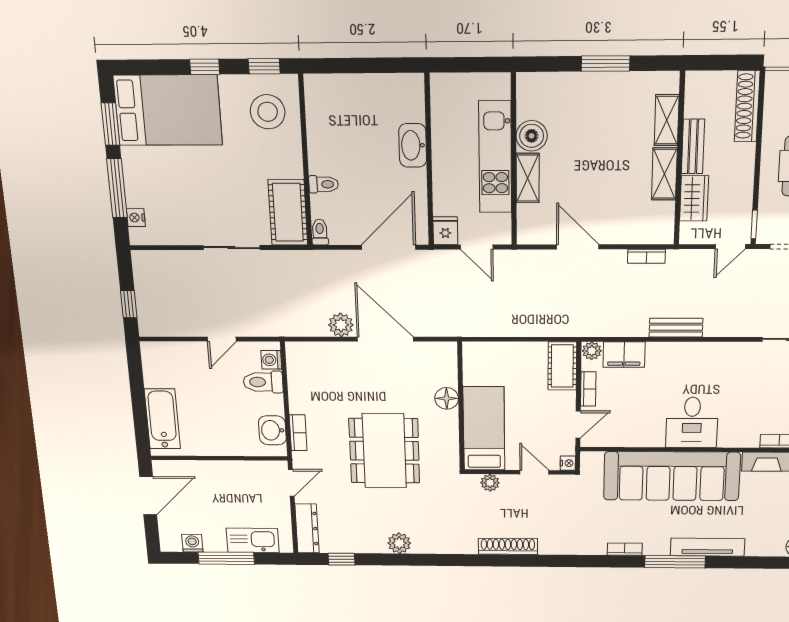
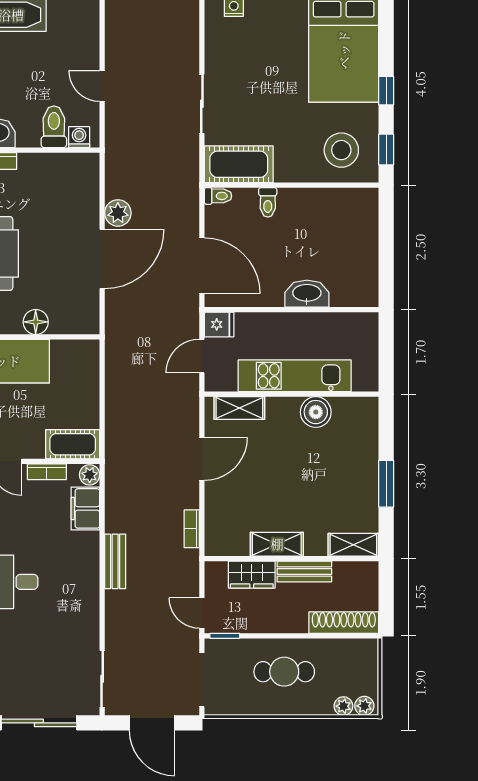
shelving: (667, 120) -> (353, 545), moved
shelving: (528, 178) -> (239, 408), moved

